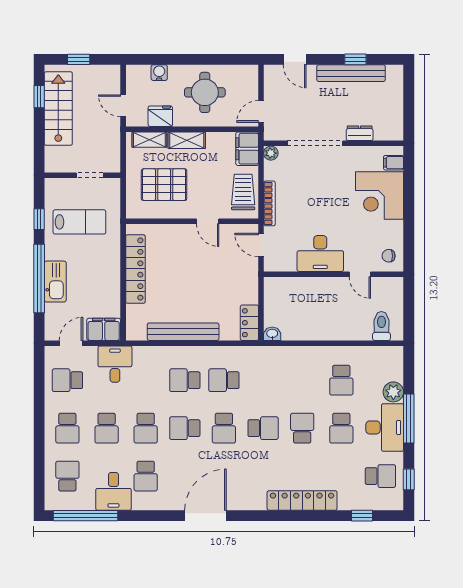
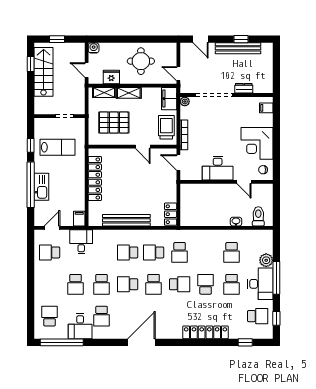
water cooler: (159, 73) -> (94, 48), moved
door: (261, 111) -> (178, 74), hinge flipped
corner desk: (380, 195) -> (257, 143), moved
filing cabinet: (104, 329) -> (79, 219), width x0.50
washbasin: (272, 334) -> (236, 222), moved
school desk: (67, 428) -> (180, 252), moved

